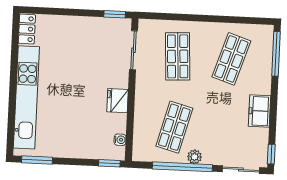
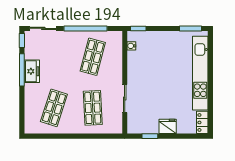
window: (115, 14) -> (150, 136), moved
sliding door: (134, 50) -> (125, 99), moved
window: (276, 54) -> (22, 70), moved
fridge: (118, 101) -> (168, 126), moved, turned -90
plant: (195, 157) -> (77, 36), removed

